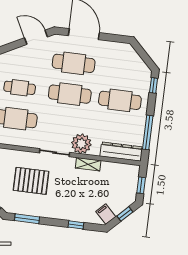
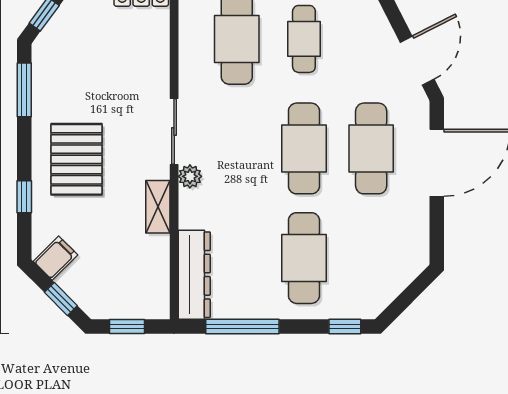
plant: (81, 144) -> (190, 176), width x0.53, depth x0.53
pallet: (31, 181) -> (76, 159), moved

